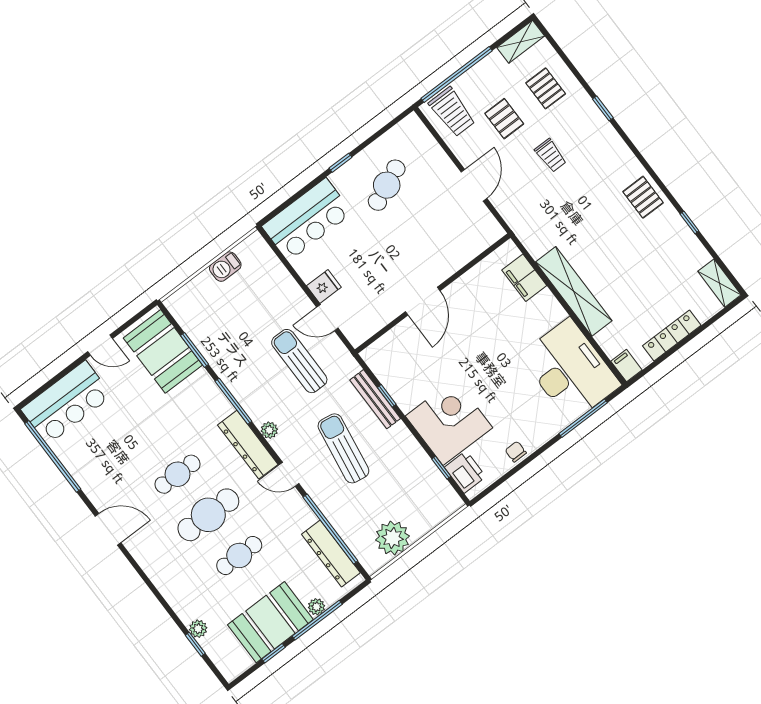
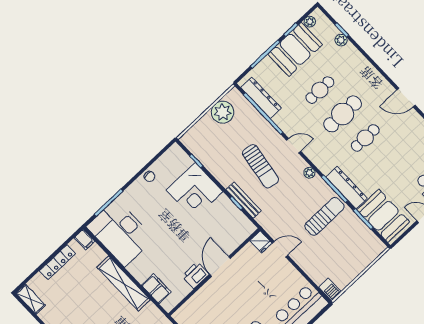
barbecue: (225, 267) -> (330, 289), moved, turned 90
fridge: (324, 287) -> (261, 242), moved, turned -90
sun lounger: (299, 361) -> (324, 216), moved, turned -90
dresser: (248, 445) -> (347, 188), moved
printer: (465, 472) -> (195, 275), moved, turned 90
plant: (316, 607) -> (310, 22), moved

